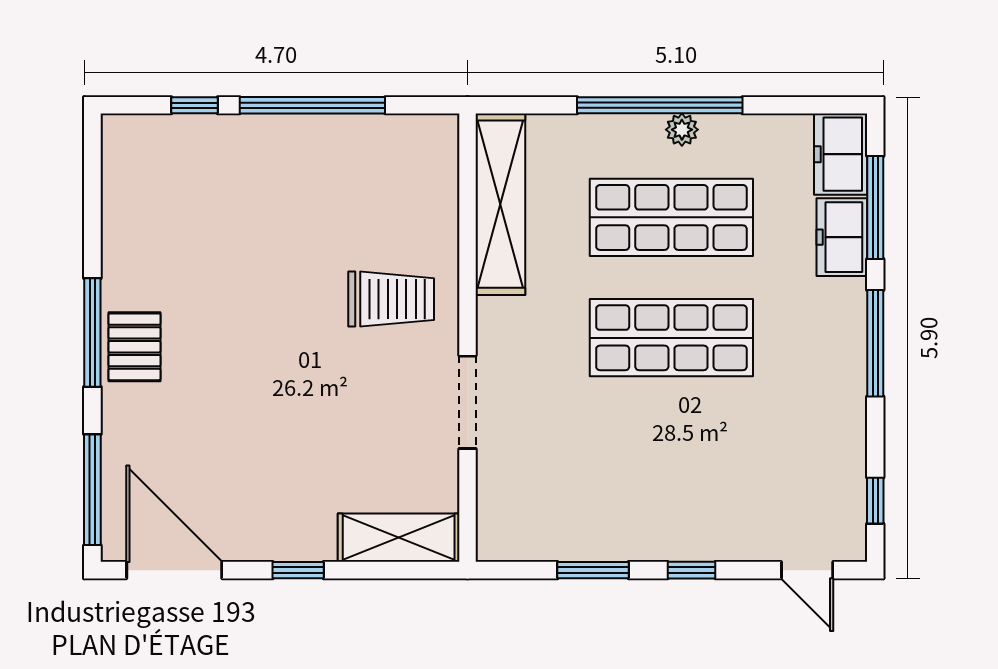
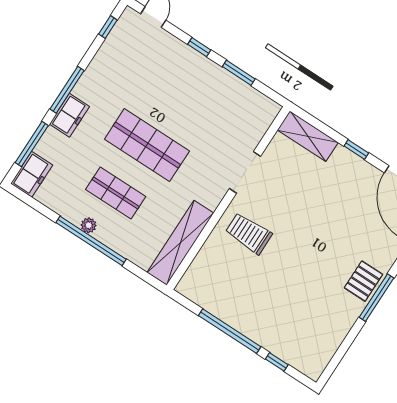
shop shelf: (671, 217) -> (116, 193), width x0.70, depth x0.74
freezer: (842, 237) -> (69, 115), moved

